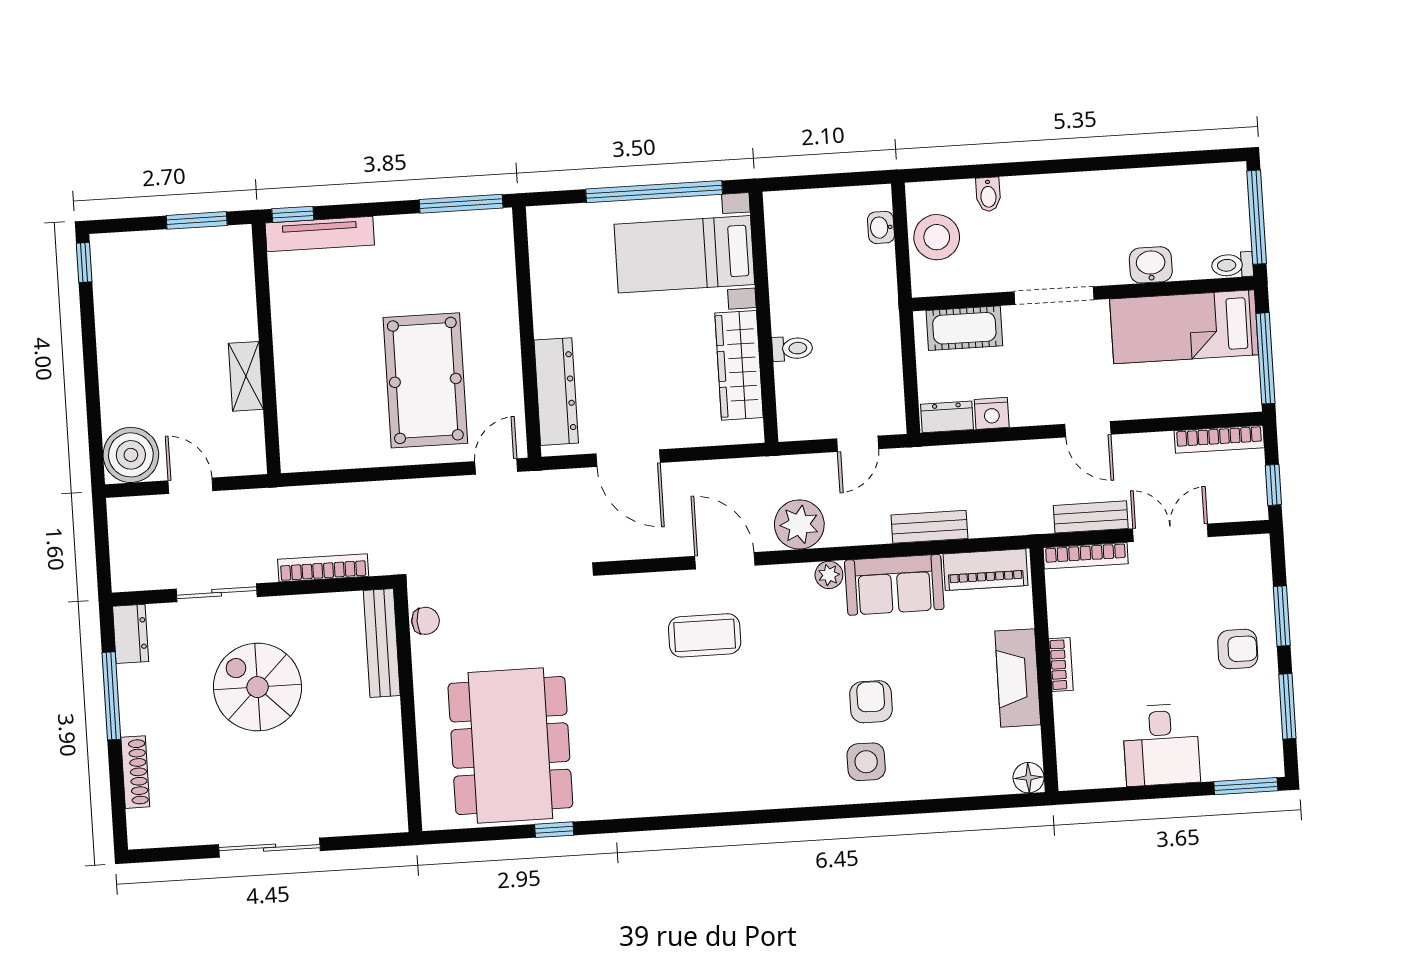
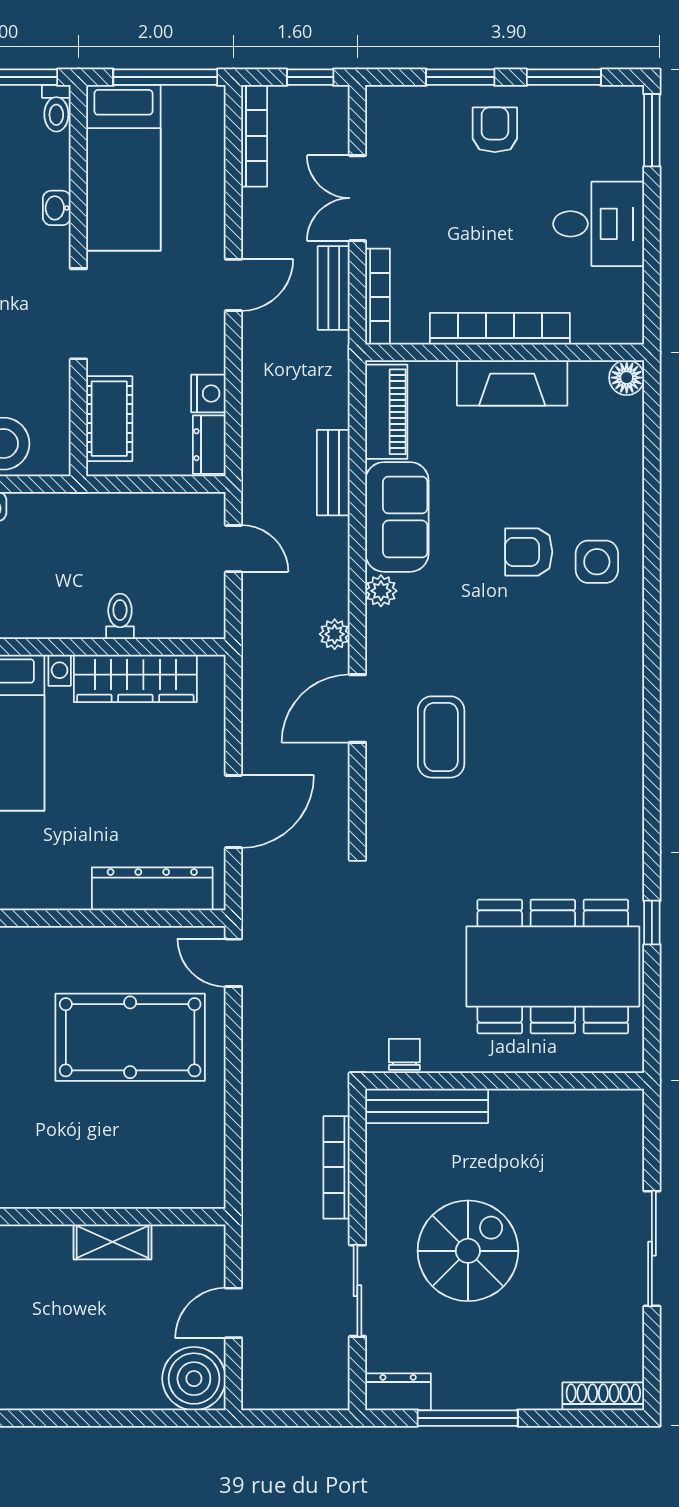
washbasin: (1151, 265) -> (57, 208), width x0.72, depth x0.69
plant: (799, 524) -> (335, 634), width x0.53, depth x0.53
bookcase: (1061, 665) -> (500, 329), width x2.31, depth x1.31
spiral stairs: (257, 687) -> (468, 1251), turned 180
shoe rack: (135, 772) -> (603, 1396), moved

